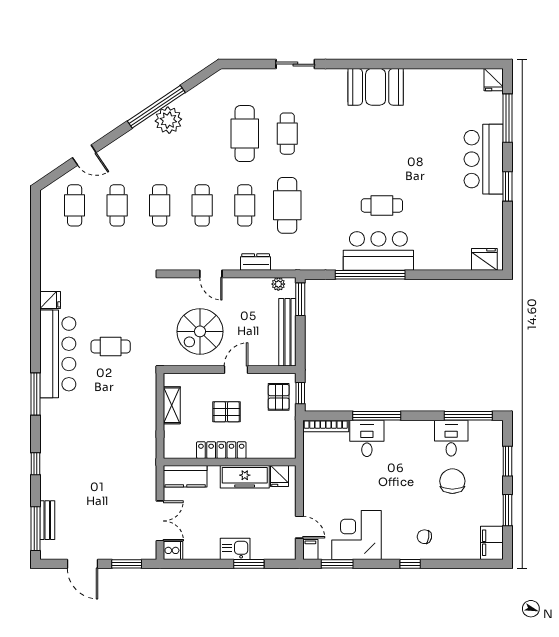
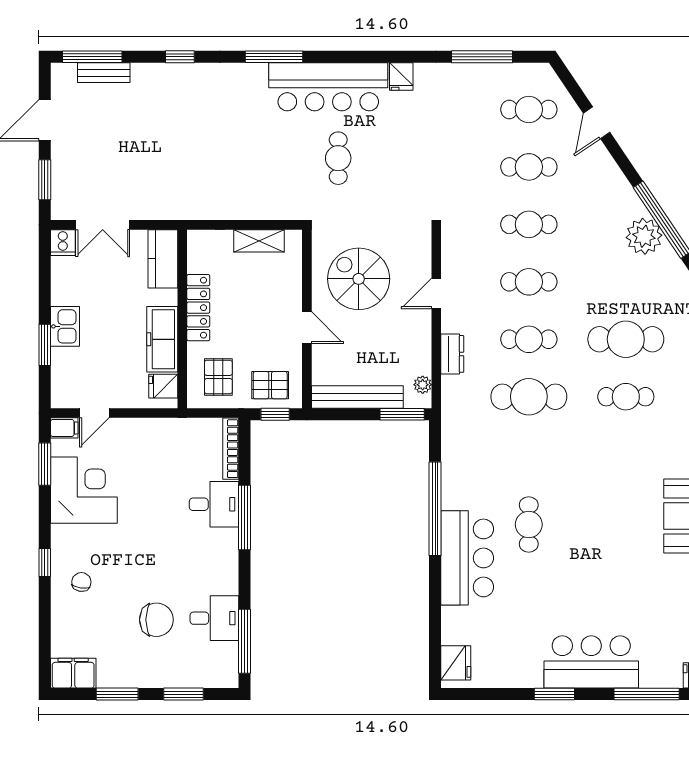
window: (35, 240) -> (482, 57), added
bar counter: (378, 251) -> (467, 558), moved
pallet: (227, 412) -> (218, 377), moved

